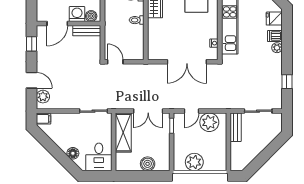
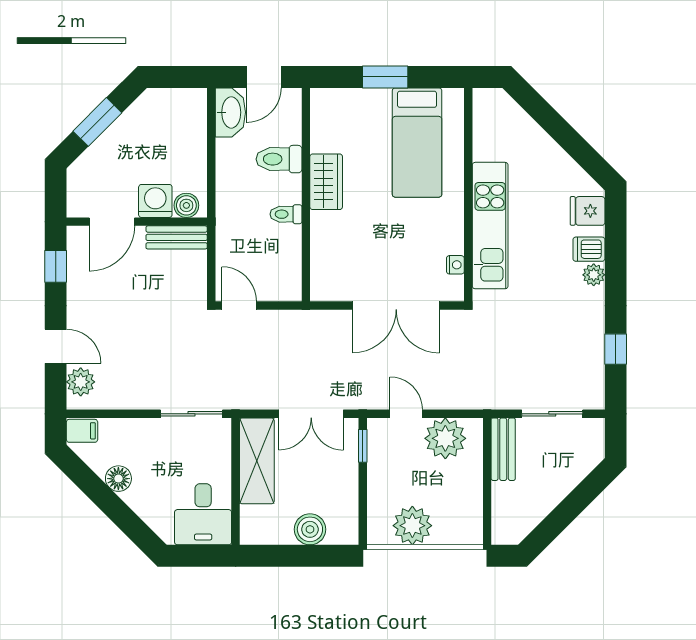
door: (191, 111) -> (406, 414), swing flipped
floor lamp: (73, 153) -> (118, 479), moved

